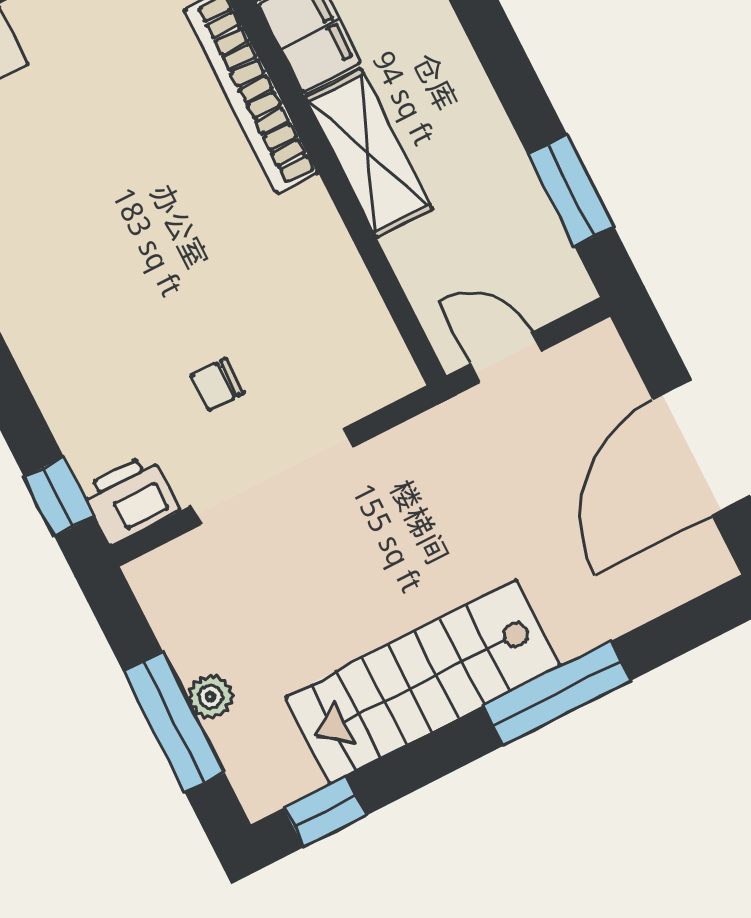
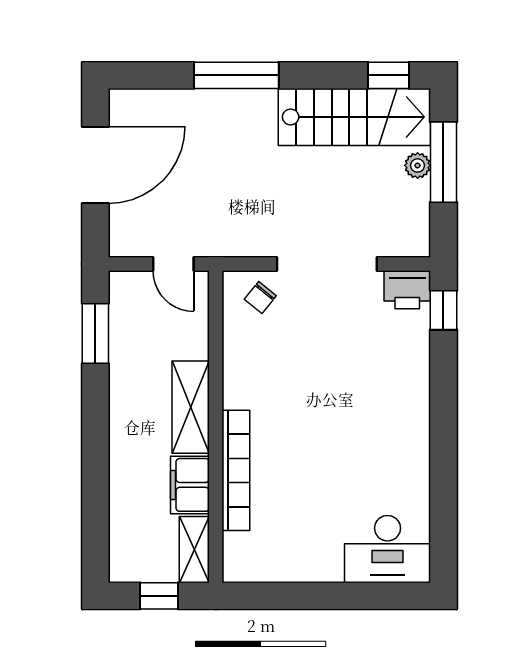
chair: (217, 384) -> (260, 297), moved, turned 129
stairs: (423, 682) -> (354, 117), moved

